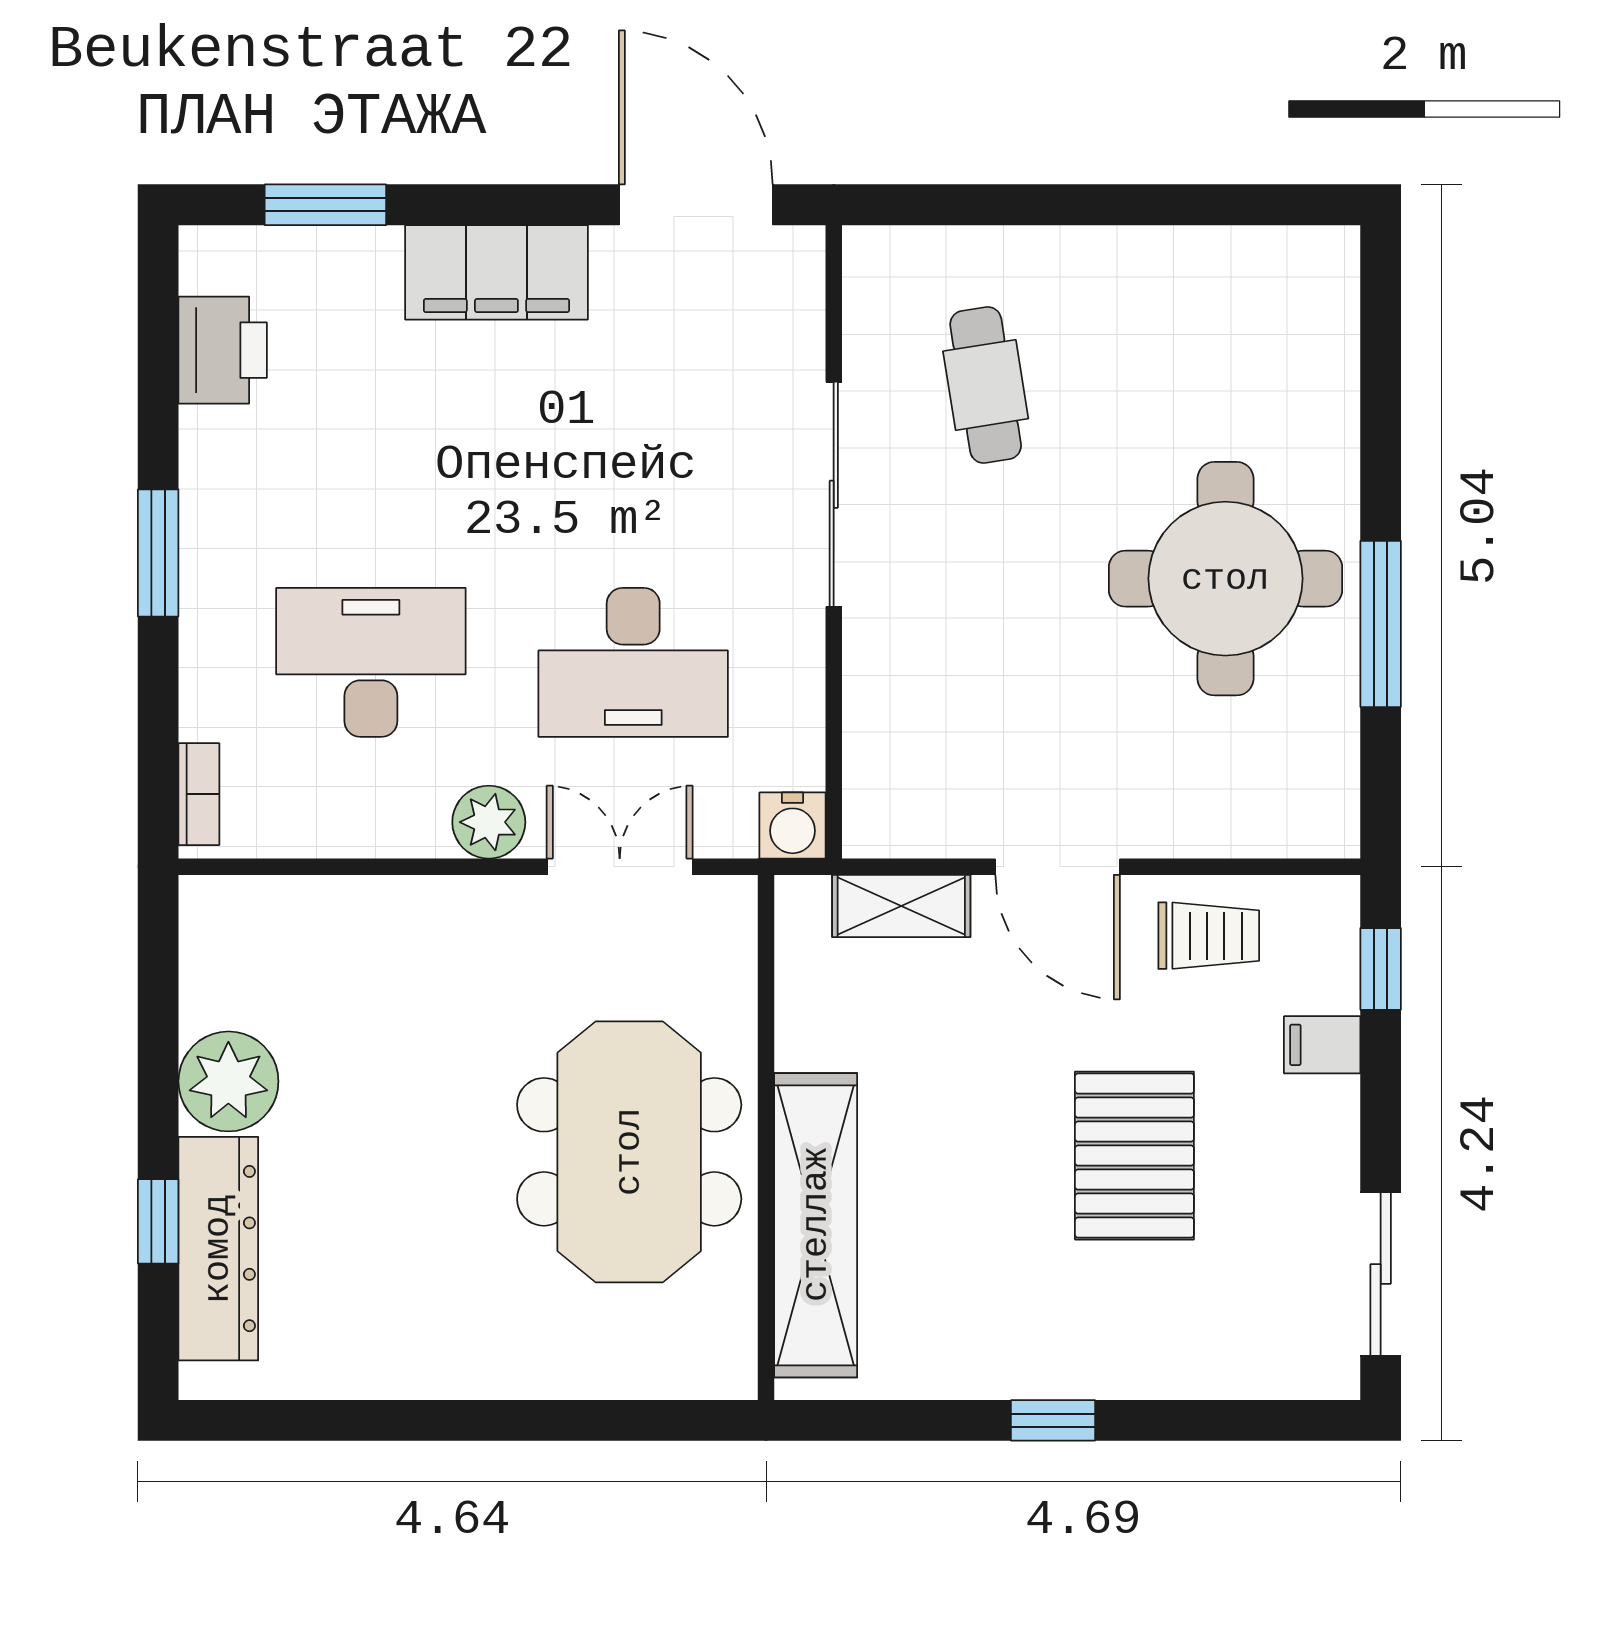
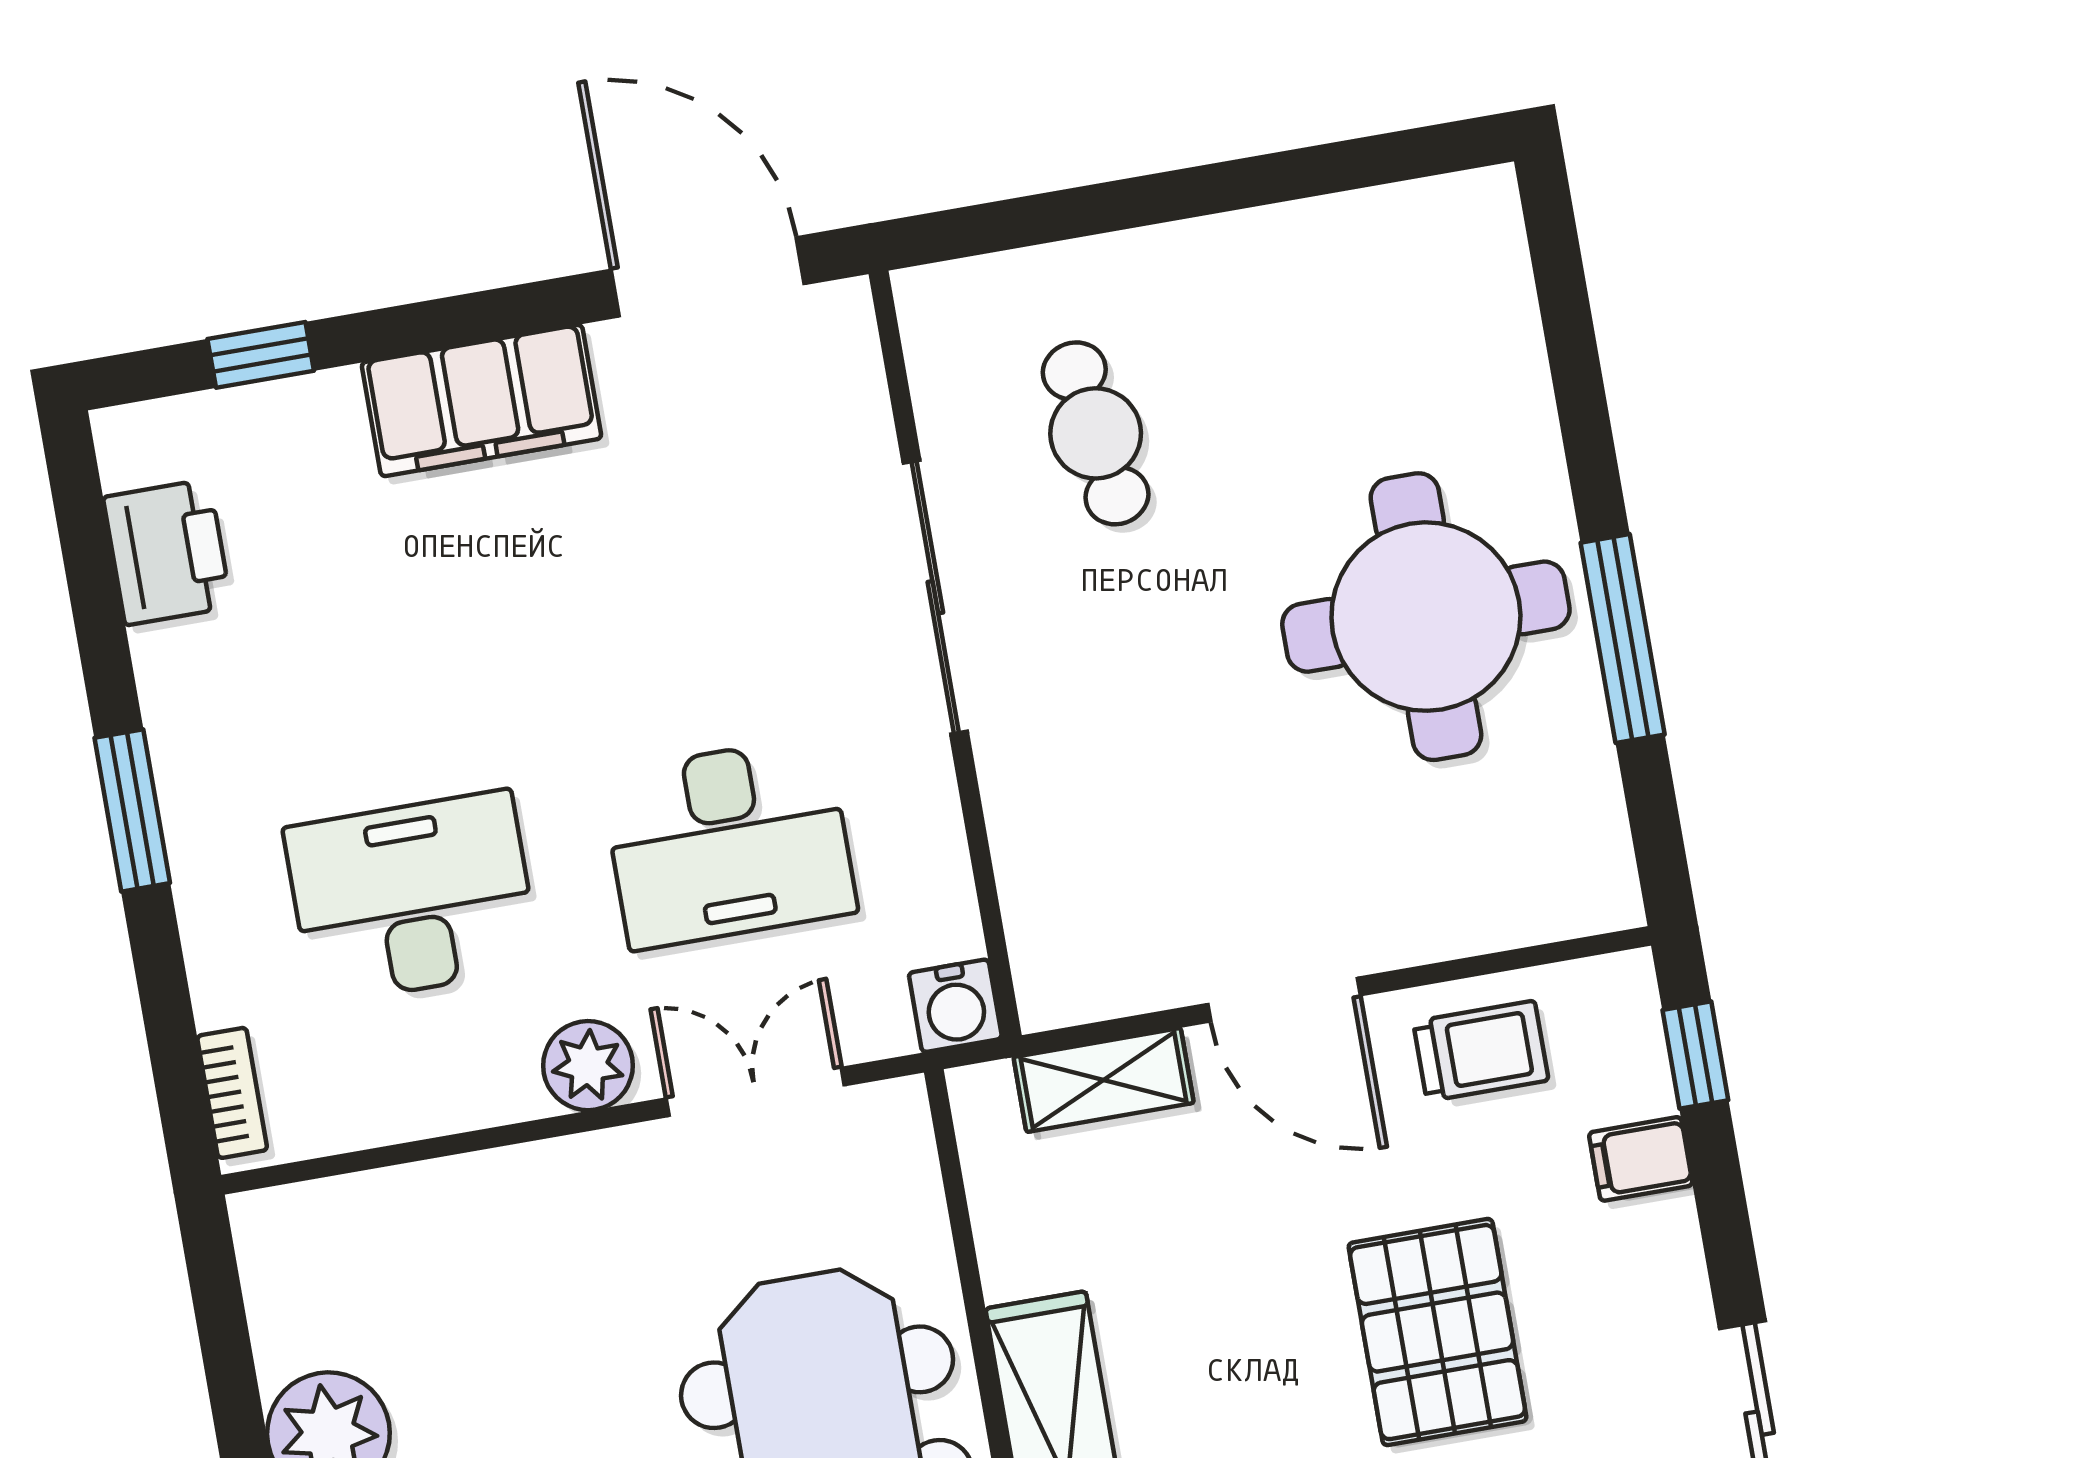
window: (325, 205) -> (261, 355), width x0.67

